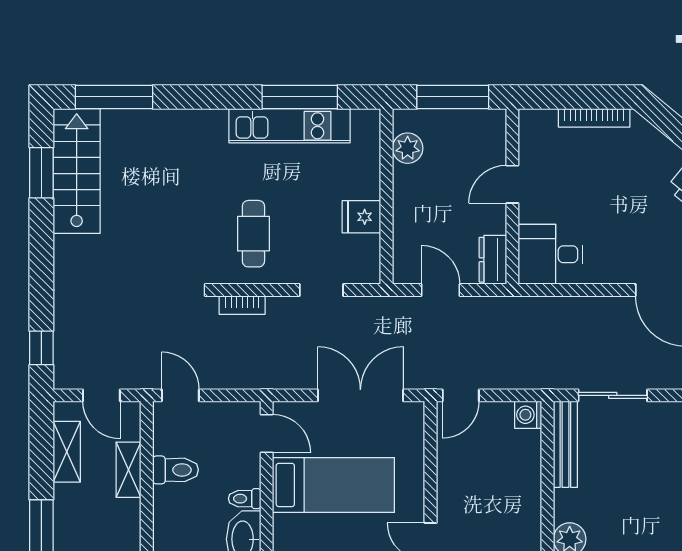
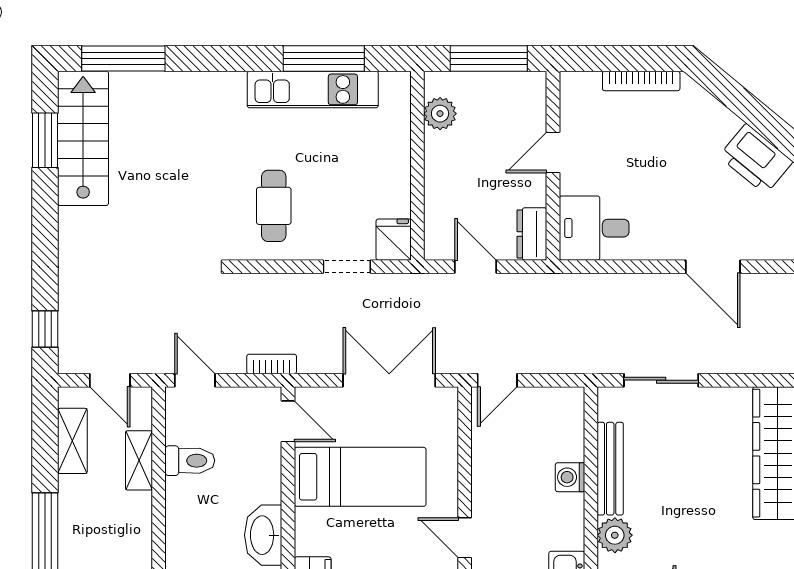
fridge: (361, 217) -> (394, 240), moved, turned 90
bookcase: (242, 305) -> (272, 364), moved, turned 180
washing machine: (528, 415) -> (570, 477), moved
bench: (565, 444) -> (610, 469), moved
toilet: (245, 499) -> (264, 492), removed

